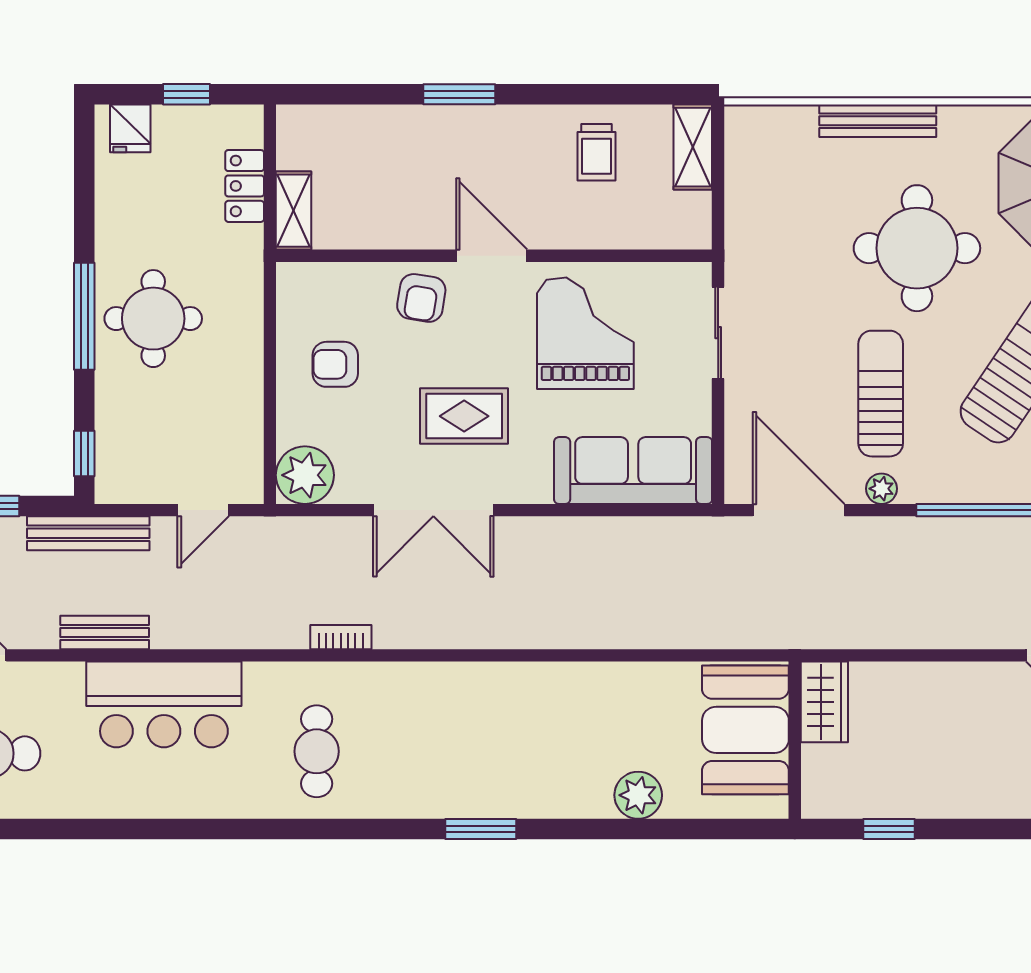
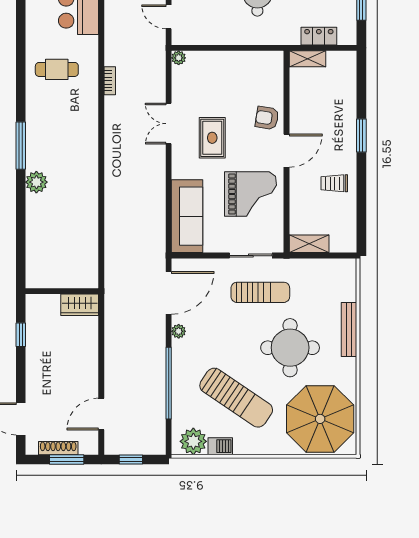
shelving: (693, 147) -> (309, 244), moved
trolley: (597, 152) -> (334, 183), moved
armchair: (335, 364) -> (236, 78), removed
sun lounger: (881, 394) -> (260, 292), moved
plant: (305, 475) -> (179, 58), width x0.53, depth x0.53
double door: (433, 510) -> (169, 124), width x0.73
booth: (745, 730) -> (67, 268), removed
plant: (638, 795) -> (36, 182), moved
window: (481, 829) -> (21, 146), width x1.44

